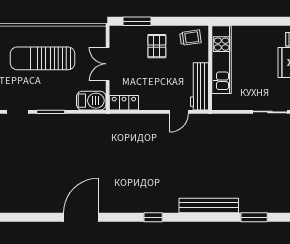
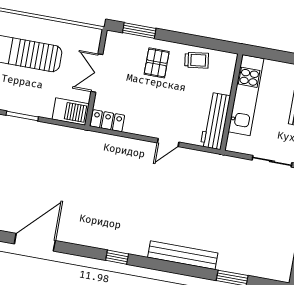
kitchen unit: (222, 60) -> (246, 95), moved
wall: (210, 68) -> (231, 102), moved
workbench: (199, 86) -> (215, 121), moved

